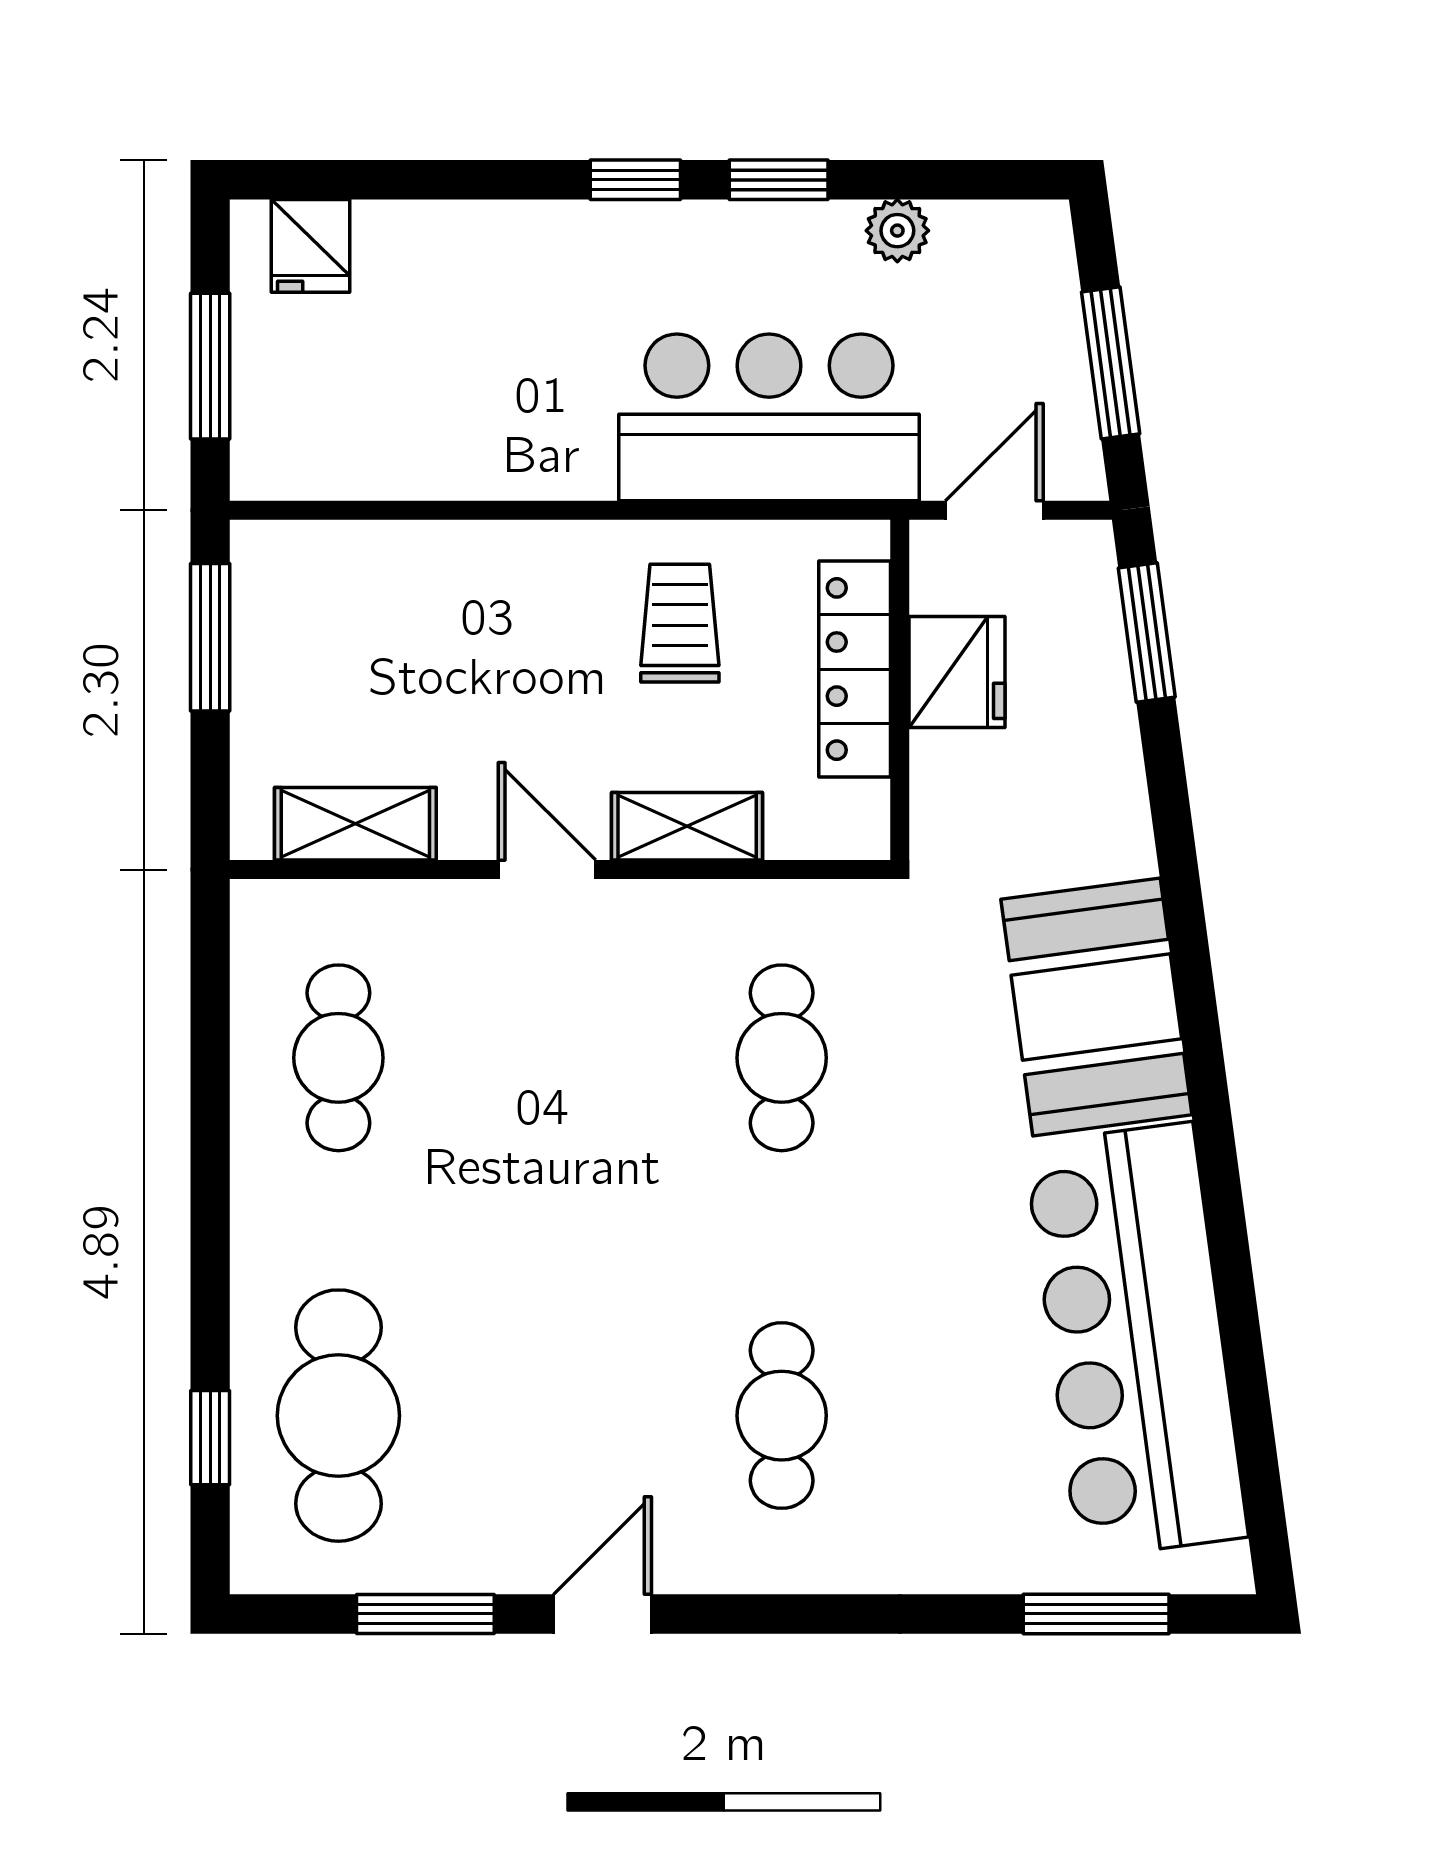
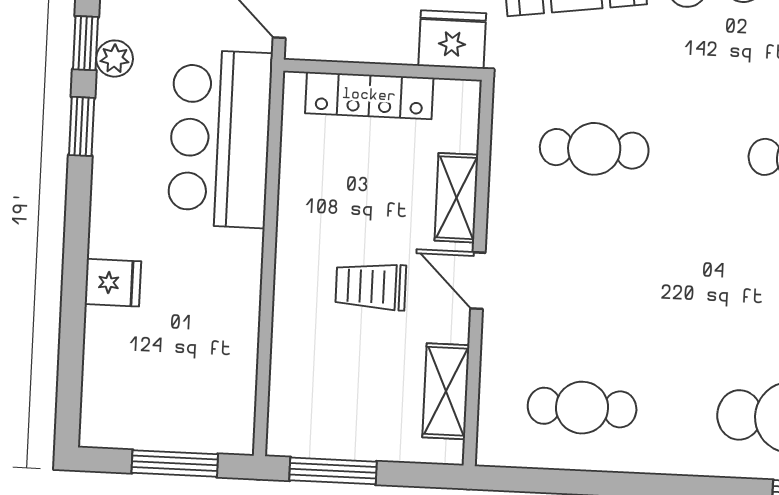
window: (635, 180) -> (86, 43), moved
fridge: (311, 246) -> (113, 283), moved
trolley: (680, 623) -> (371, 286), moved
fridge: (957, 672) -> (452, 40), moved
door: (547, 870) -> (478, 281), hinge flipped

